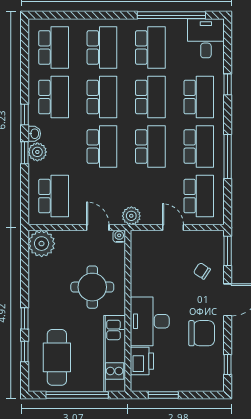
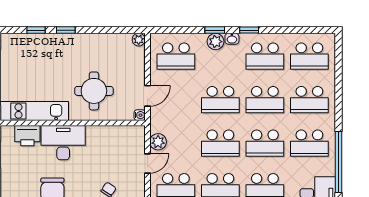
plant: (131, 216) -> (158, 142), moved
plant: (42, 244) -> (139, 40), width x0.53, depth x0.53
cafe table: (57, 357) -> (31, 59), removed

